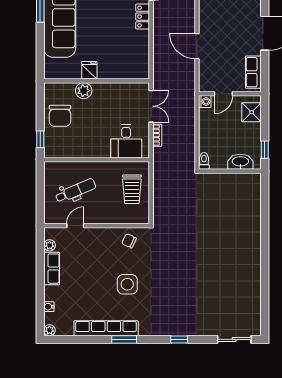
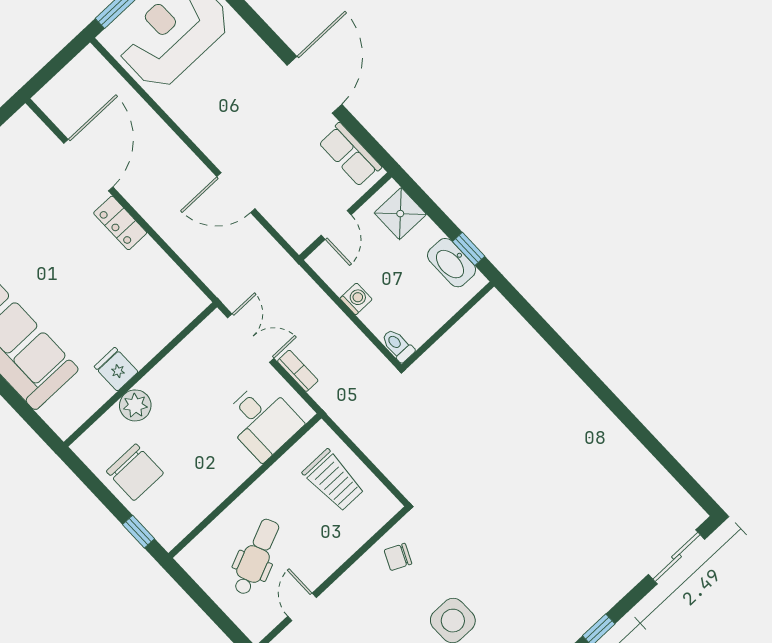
washing machine: (205, 102) -> (356, 299), moved
washbasin: (240, 162) -> (452, 263), moved, turned -90

